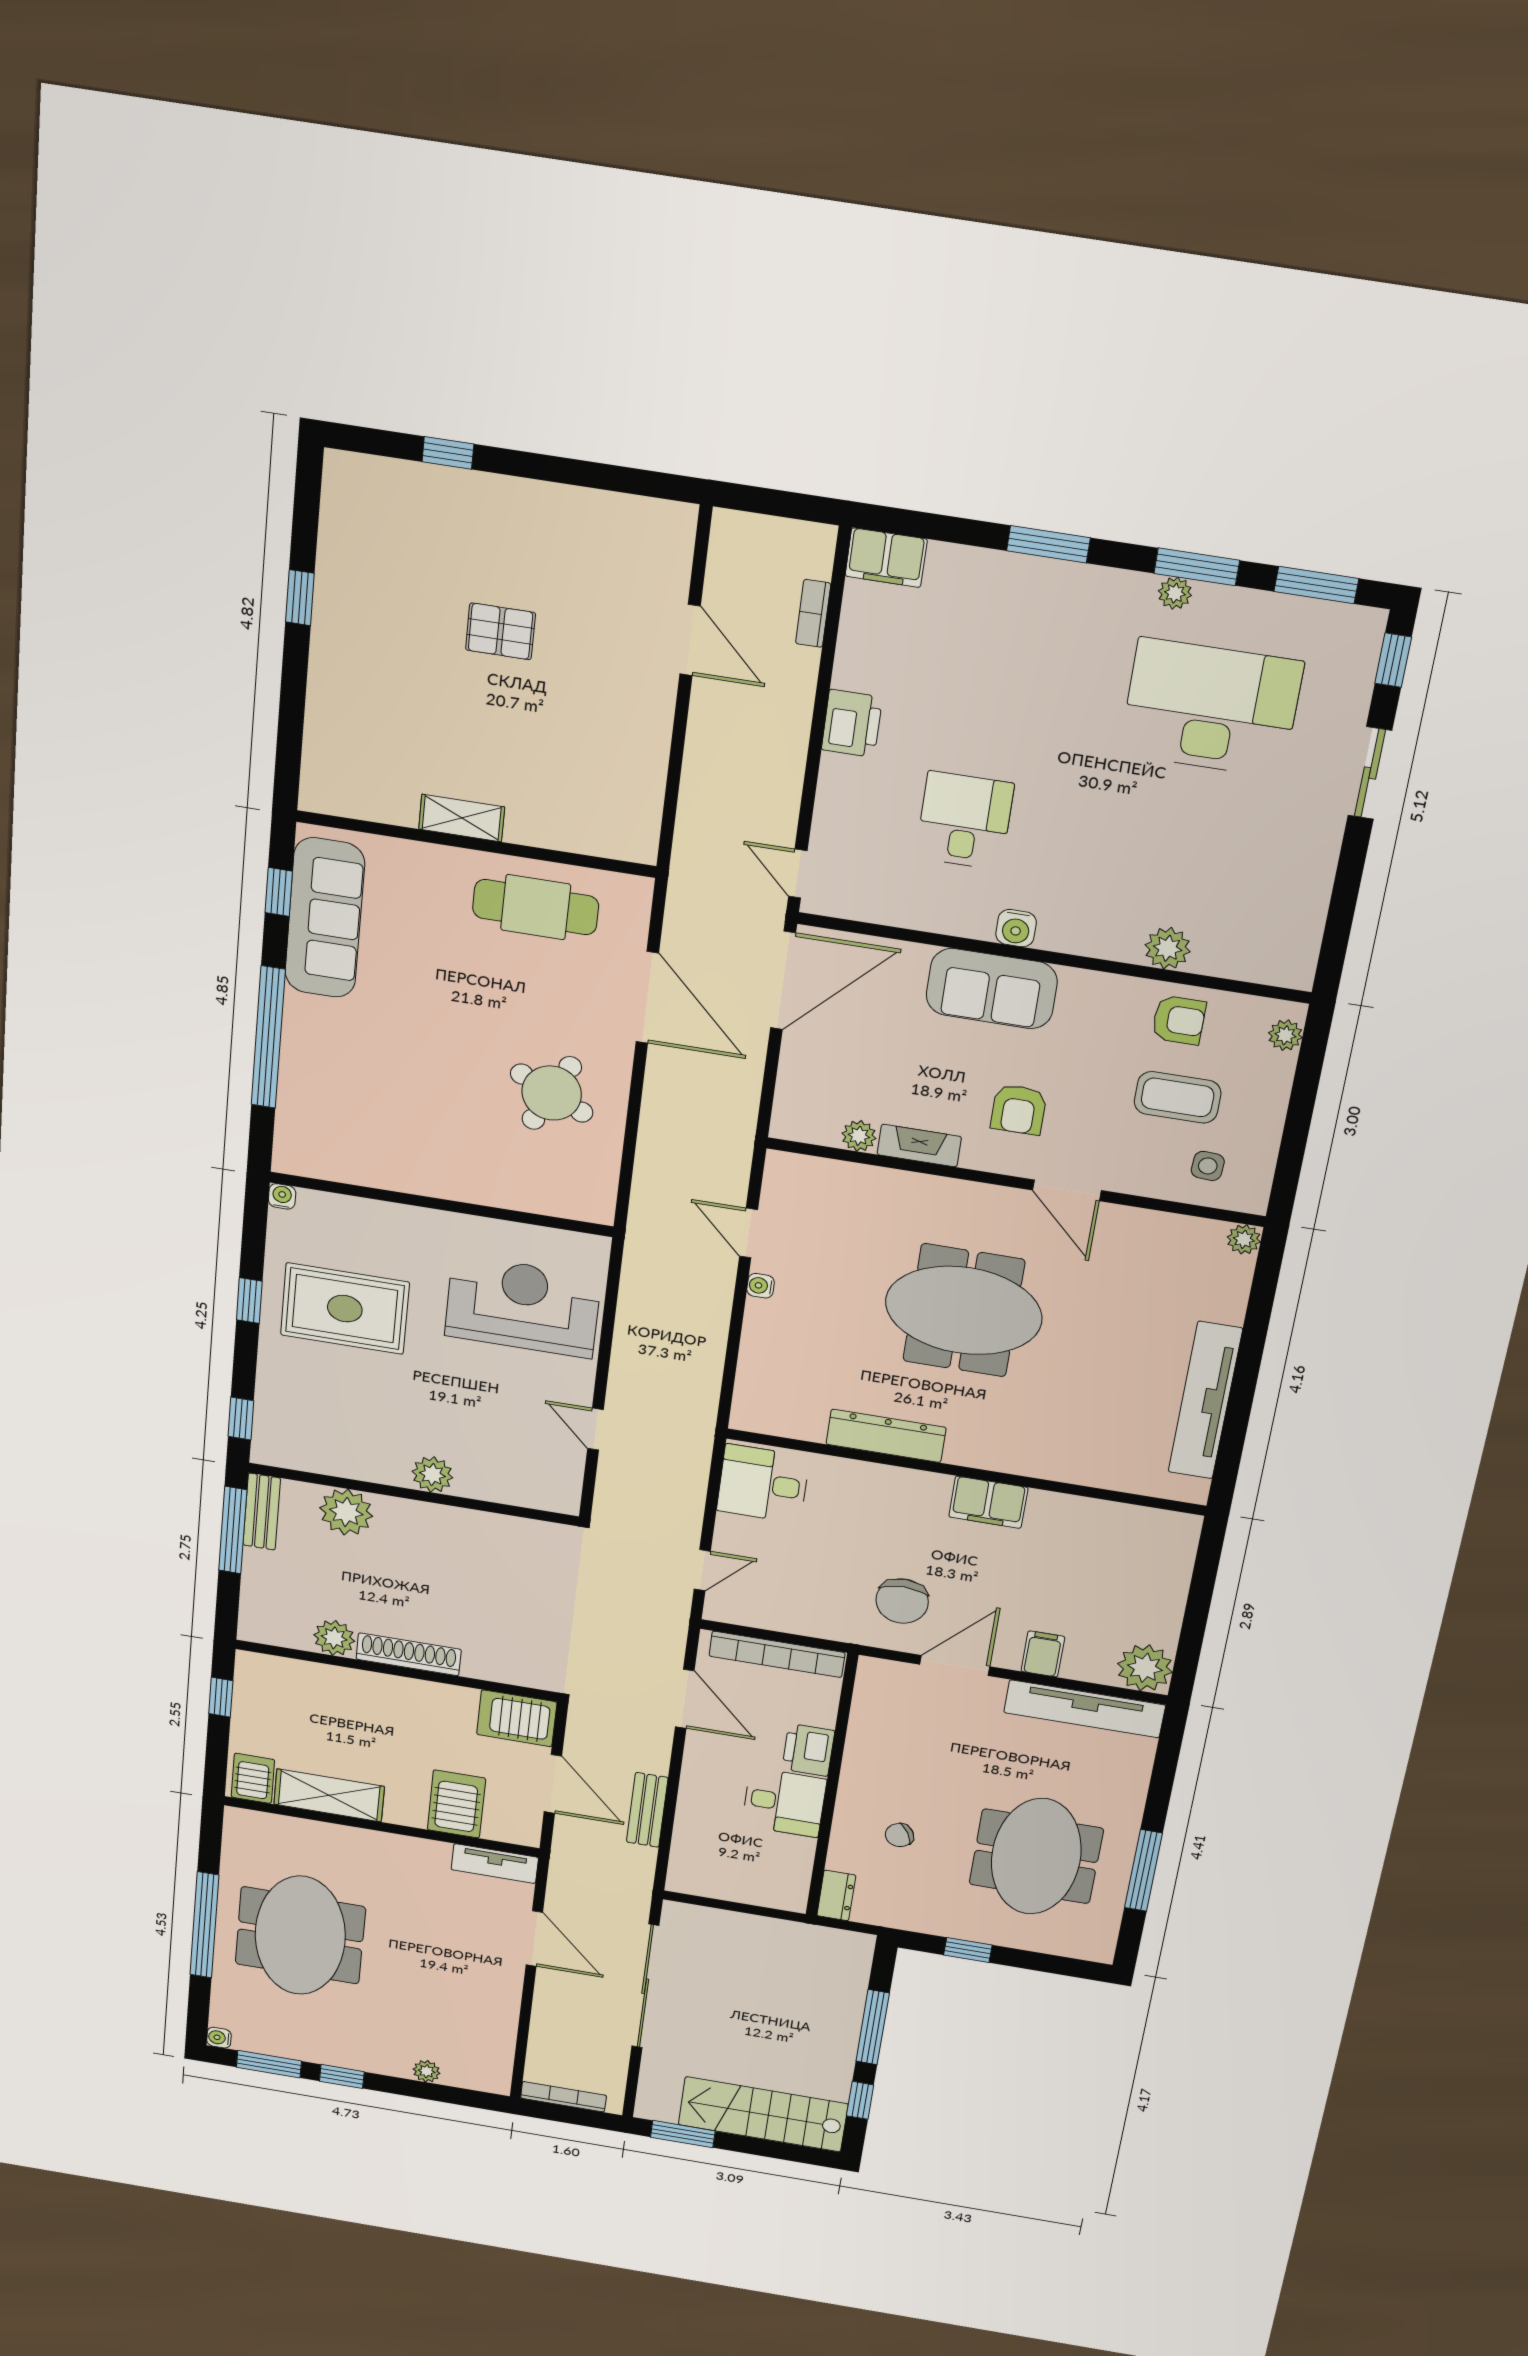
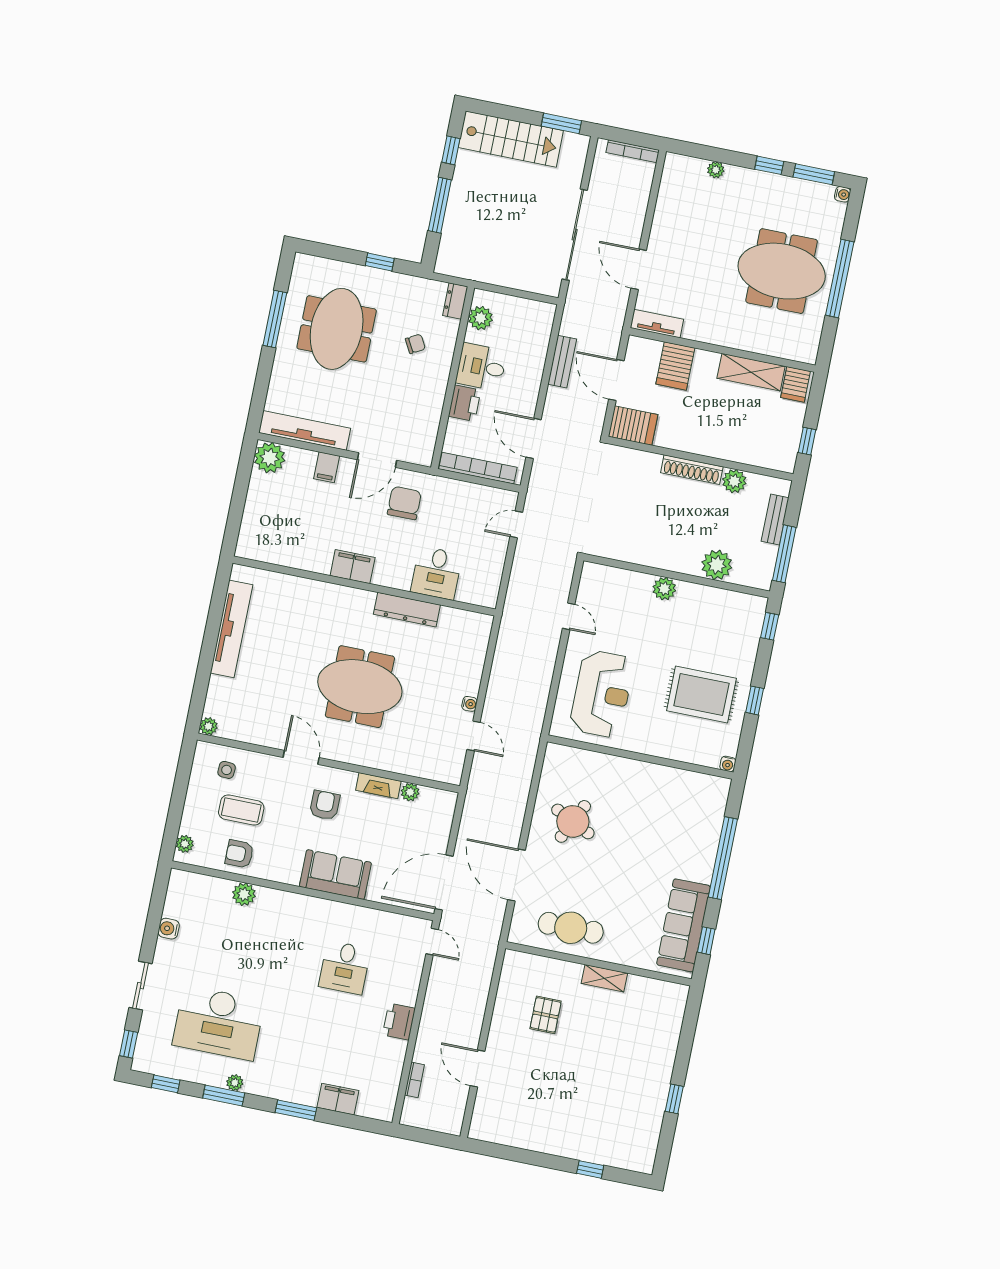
filing cabinet: (886, 558) -> (338, 1099), moved
window: (1316, 585) -> (166, 1084), width x0.67
pallet: (500, 631) -> (546, 1015), moved, turned 90
water cooler: (1016, 928) -> (169, 929), moved, turned -90
reception desk: (523, 1306) -> (602, 694), turned -90
desk: (763, 1484) -> (437, 573), moved, turned 90
bench: (262, 1512) -> (775, 520), moved
plant: (791, 1872) -> (481, 318), added
meeting table: (300, 1935) -> (782, 271), turned 90

